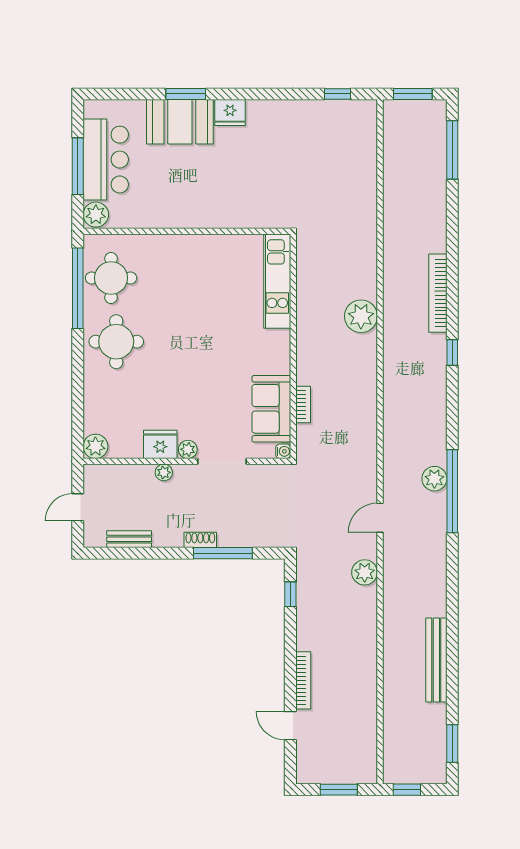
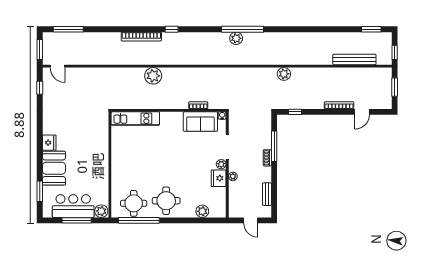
window: (186, 94) -> (40, 191), moved
plant: (95, 446) -> (202, 211), moved
door: (380, 518) -> (58, 66), moved
bench: (436, 660) -> (354, 59), moved

